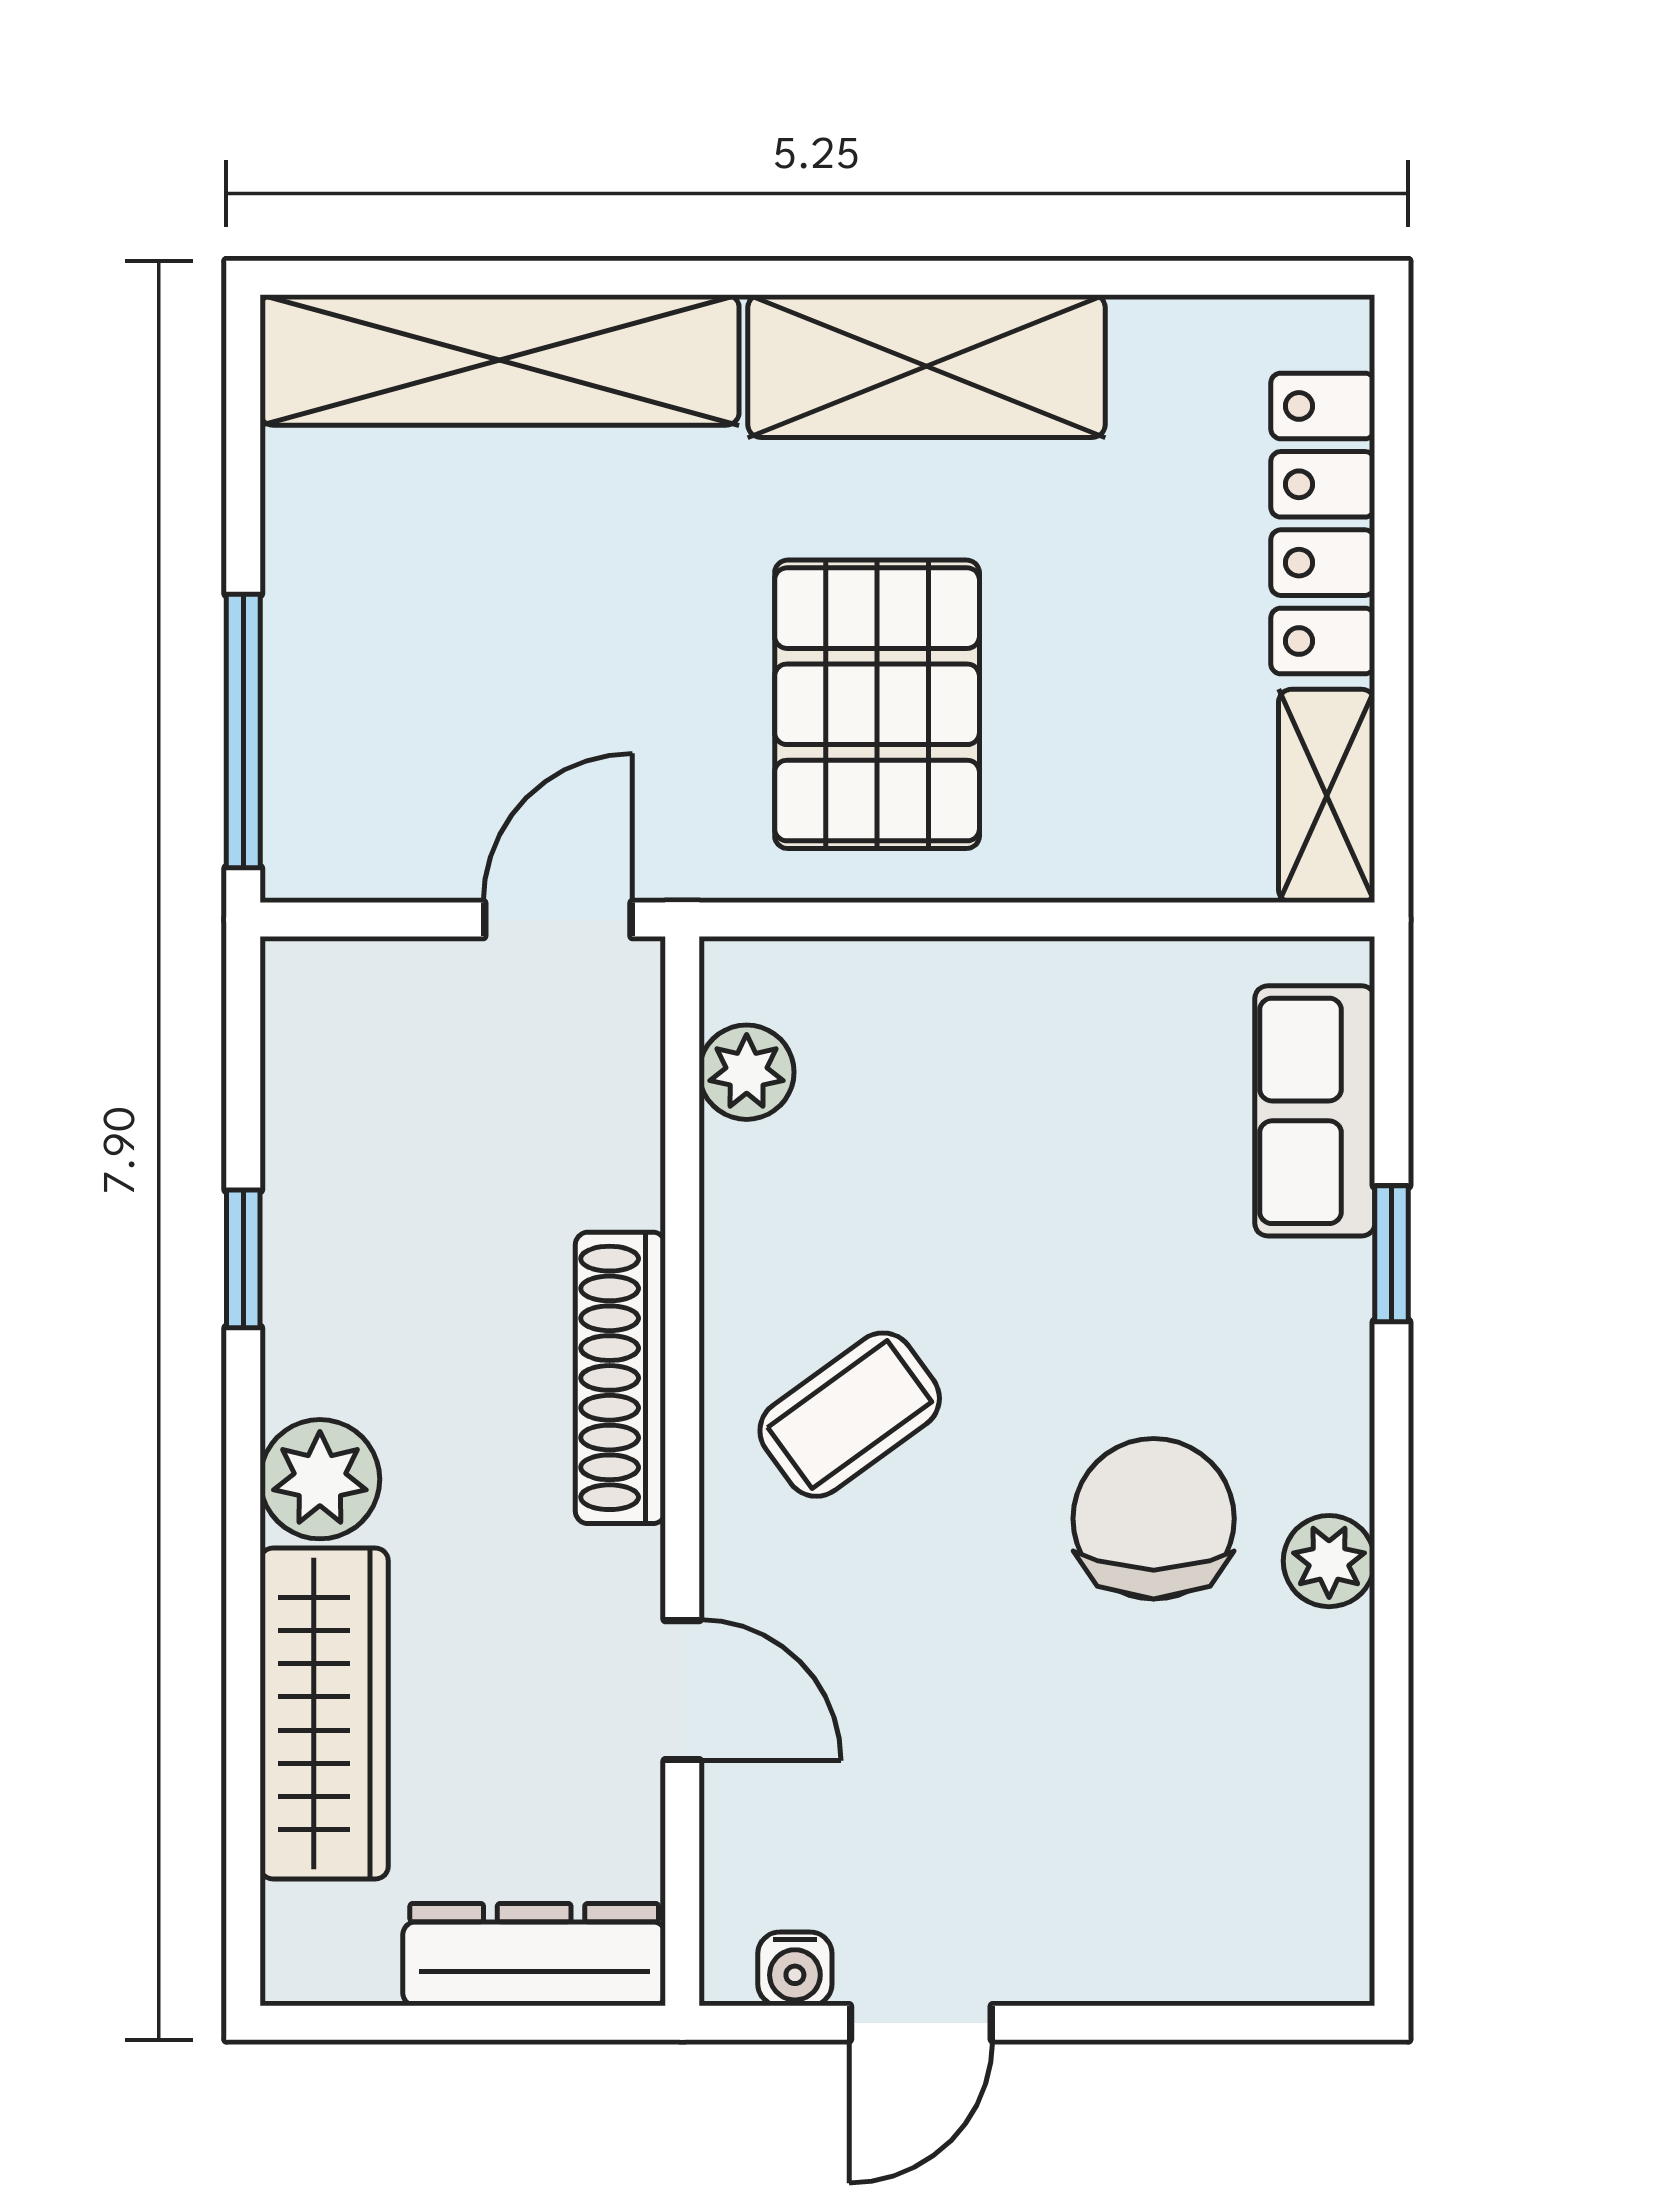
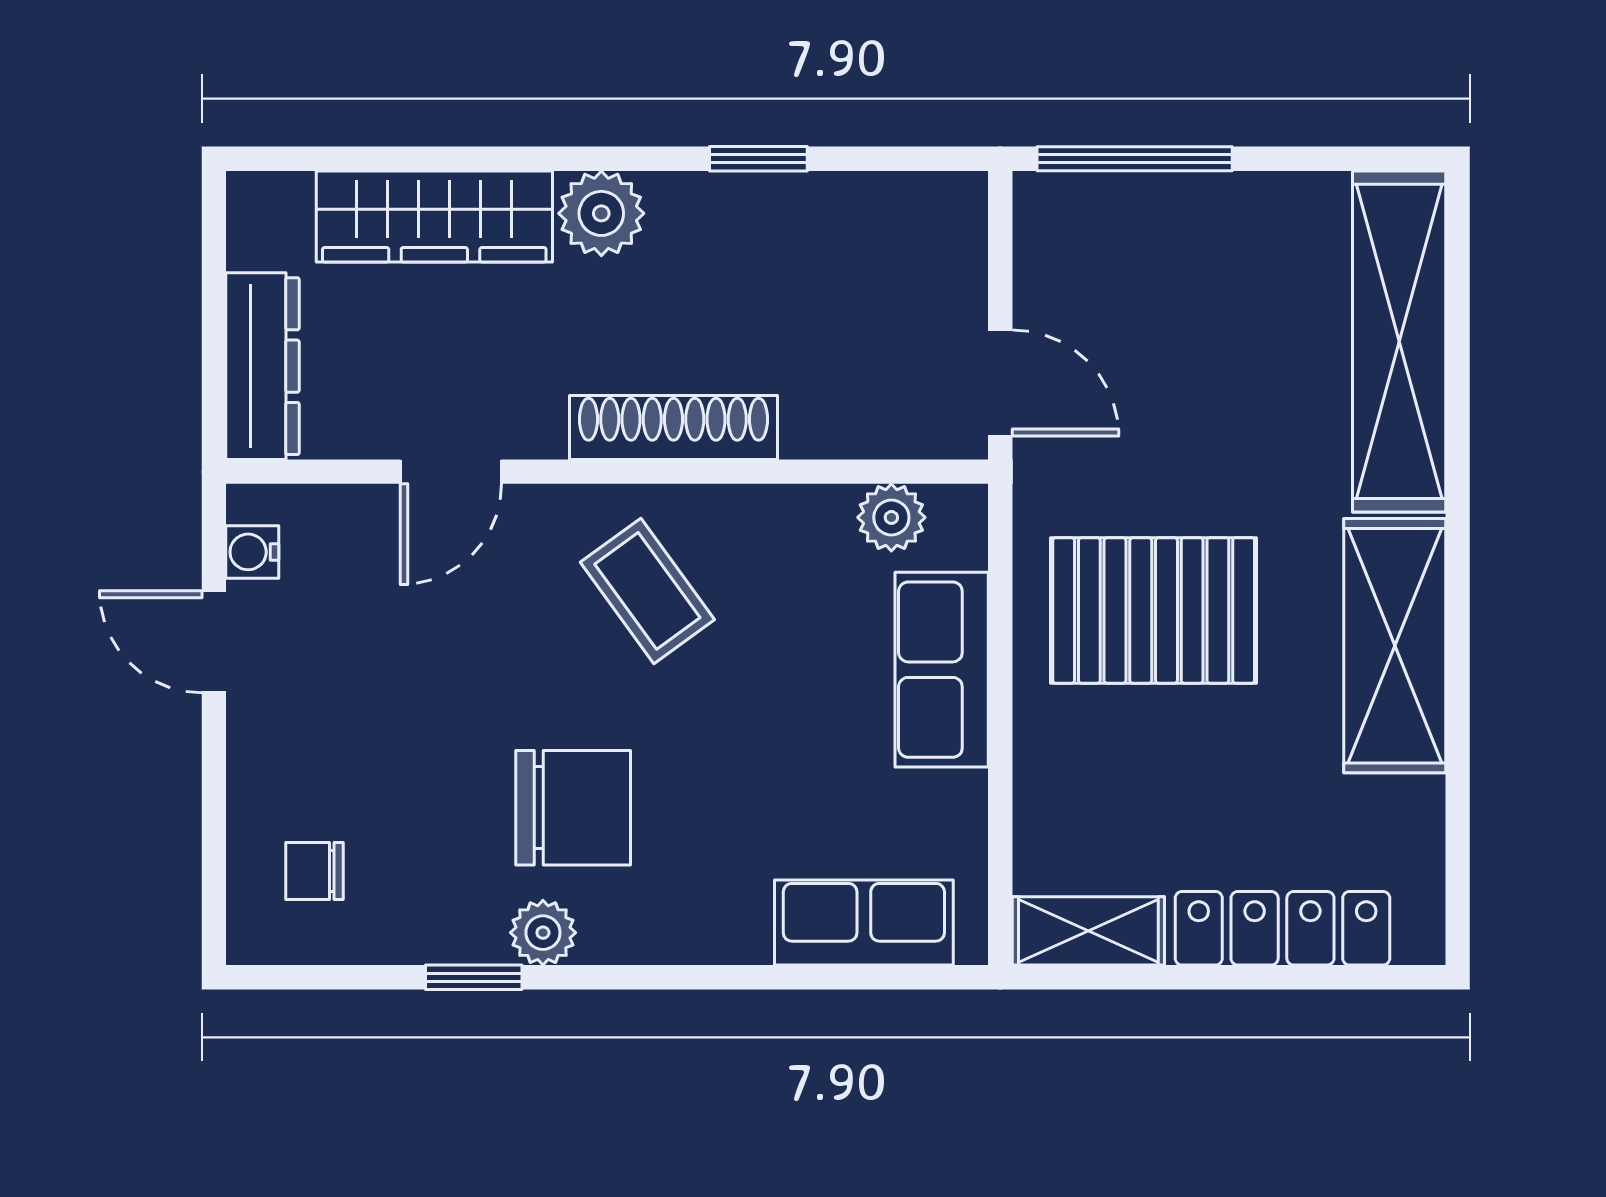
row of seats: (960, 1002) -> (942, 670), added
window: (1392, 1254) -> (474, 977), moved
chair: (1242, 1882) -> (315, 871), added

